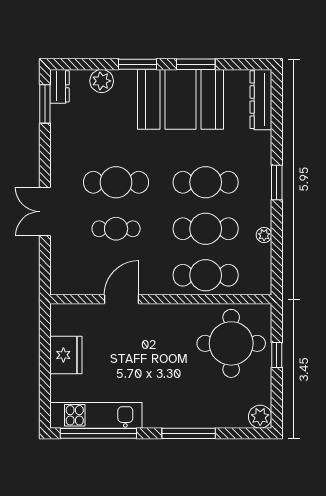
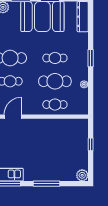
cafe table: (206, 182) -> (55, 58), width x0.73, depth x0.74
cafe table: (206, 275) -> (55, 105), width x0.73, depth x0.74
round table: (231, 343) -> (68, 139), removed

